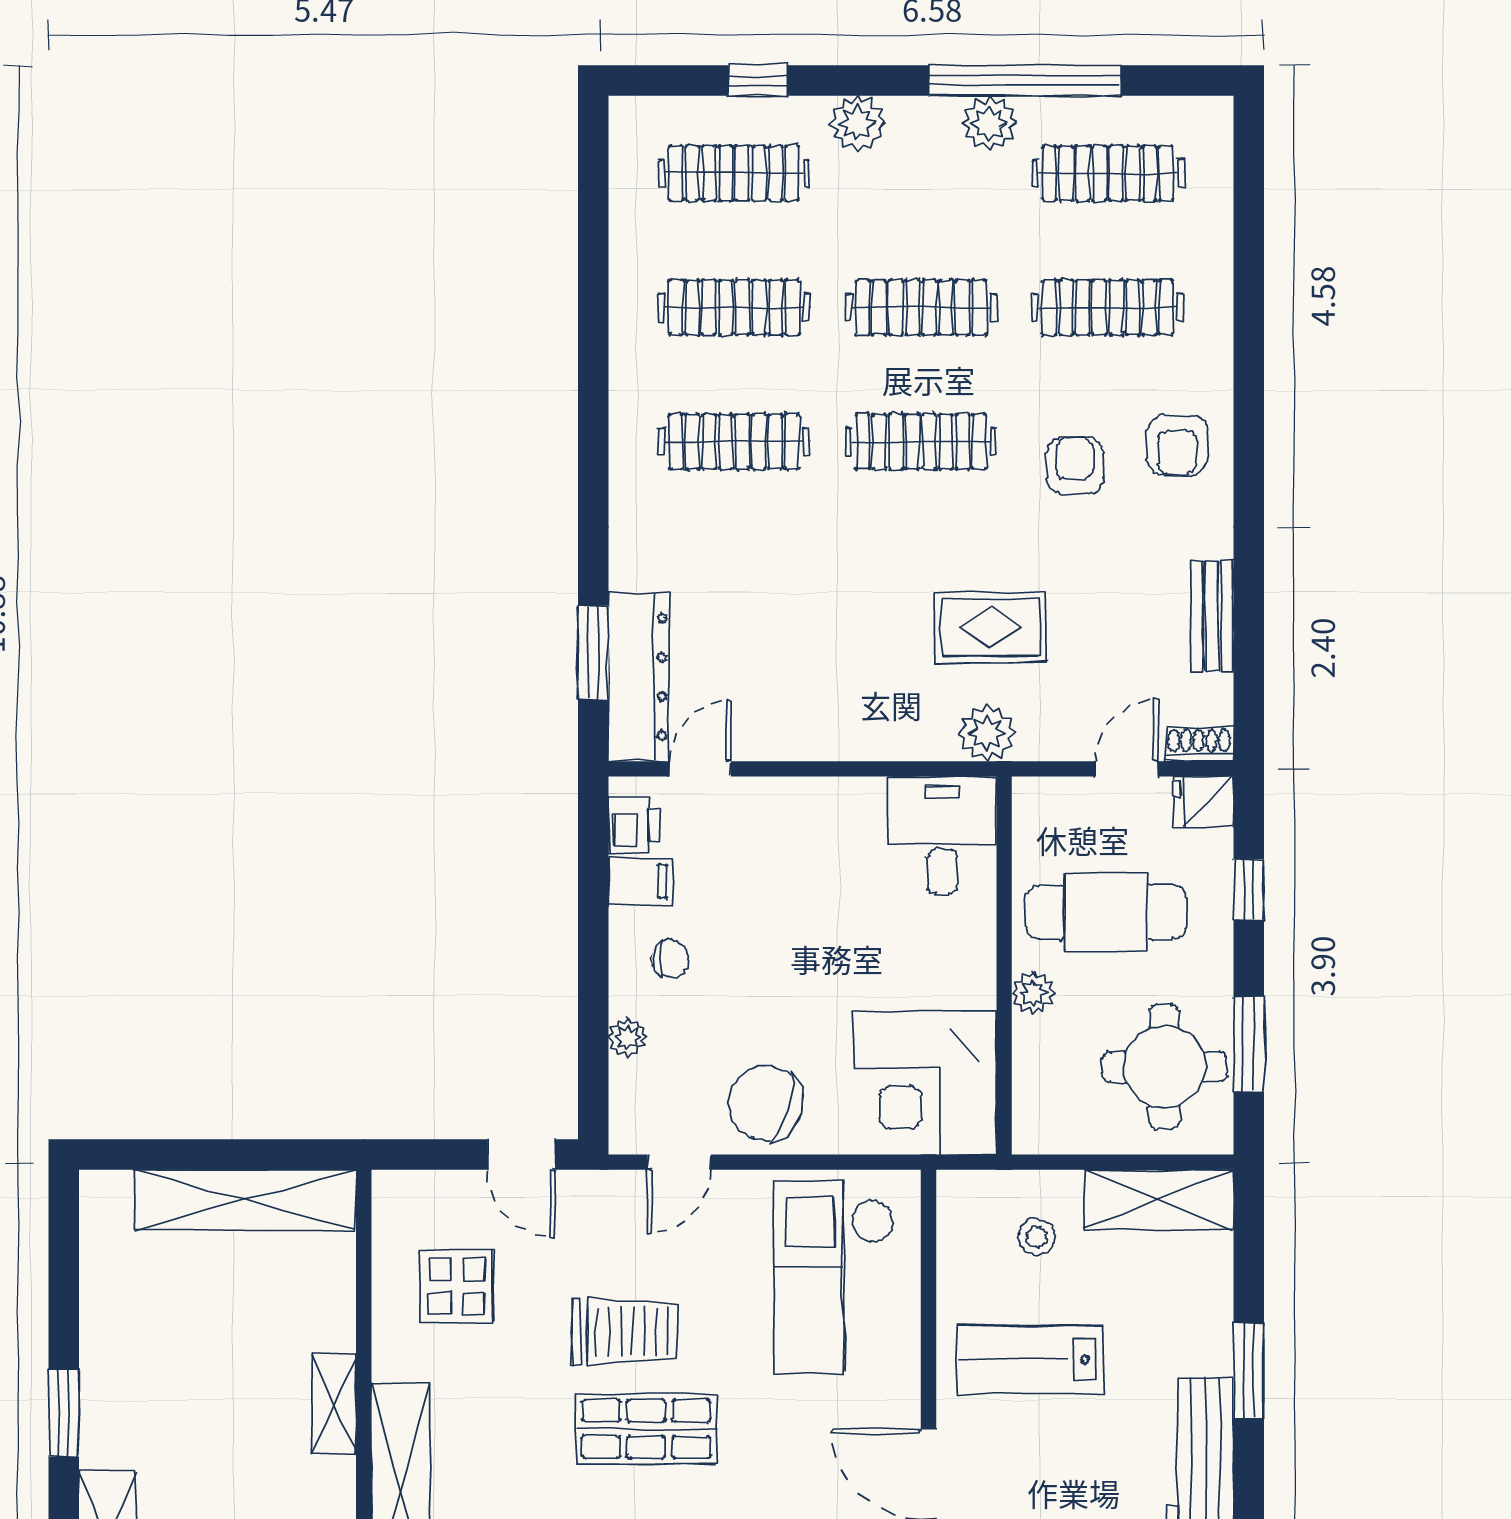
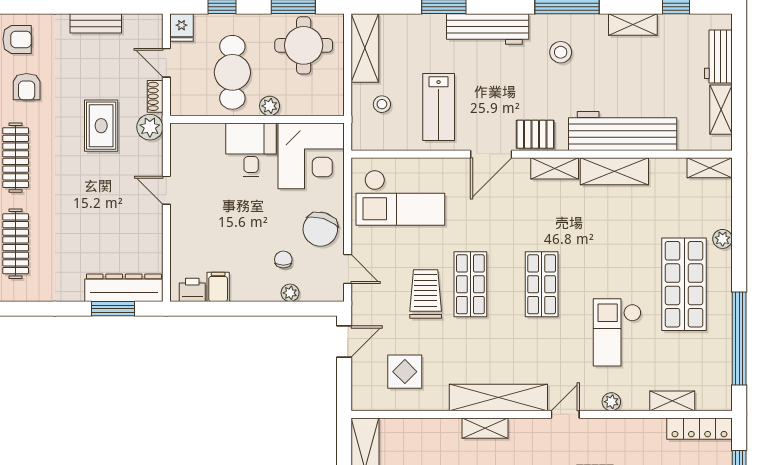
armchair: (1075, 466) -> (27, 87), turned -90
shoe rack: (1199, 744) -> (155, 96), moved
door: (700, 769) -> (166, 190), moved
desk: (942, 835) -> (251, 150), moved, turned 90
chair: (670, 959) -> (283, 260), moved
shelving: (334, 1404) -> (485, 428), moved

